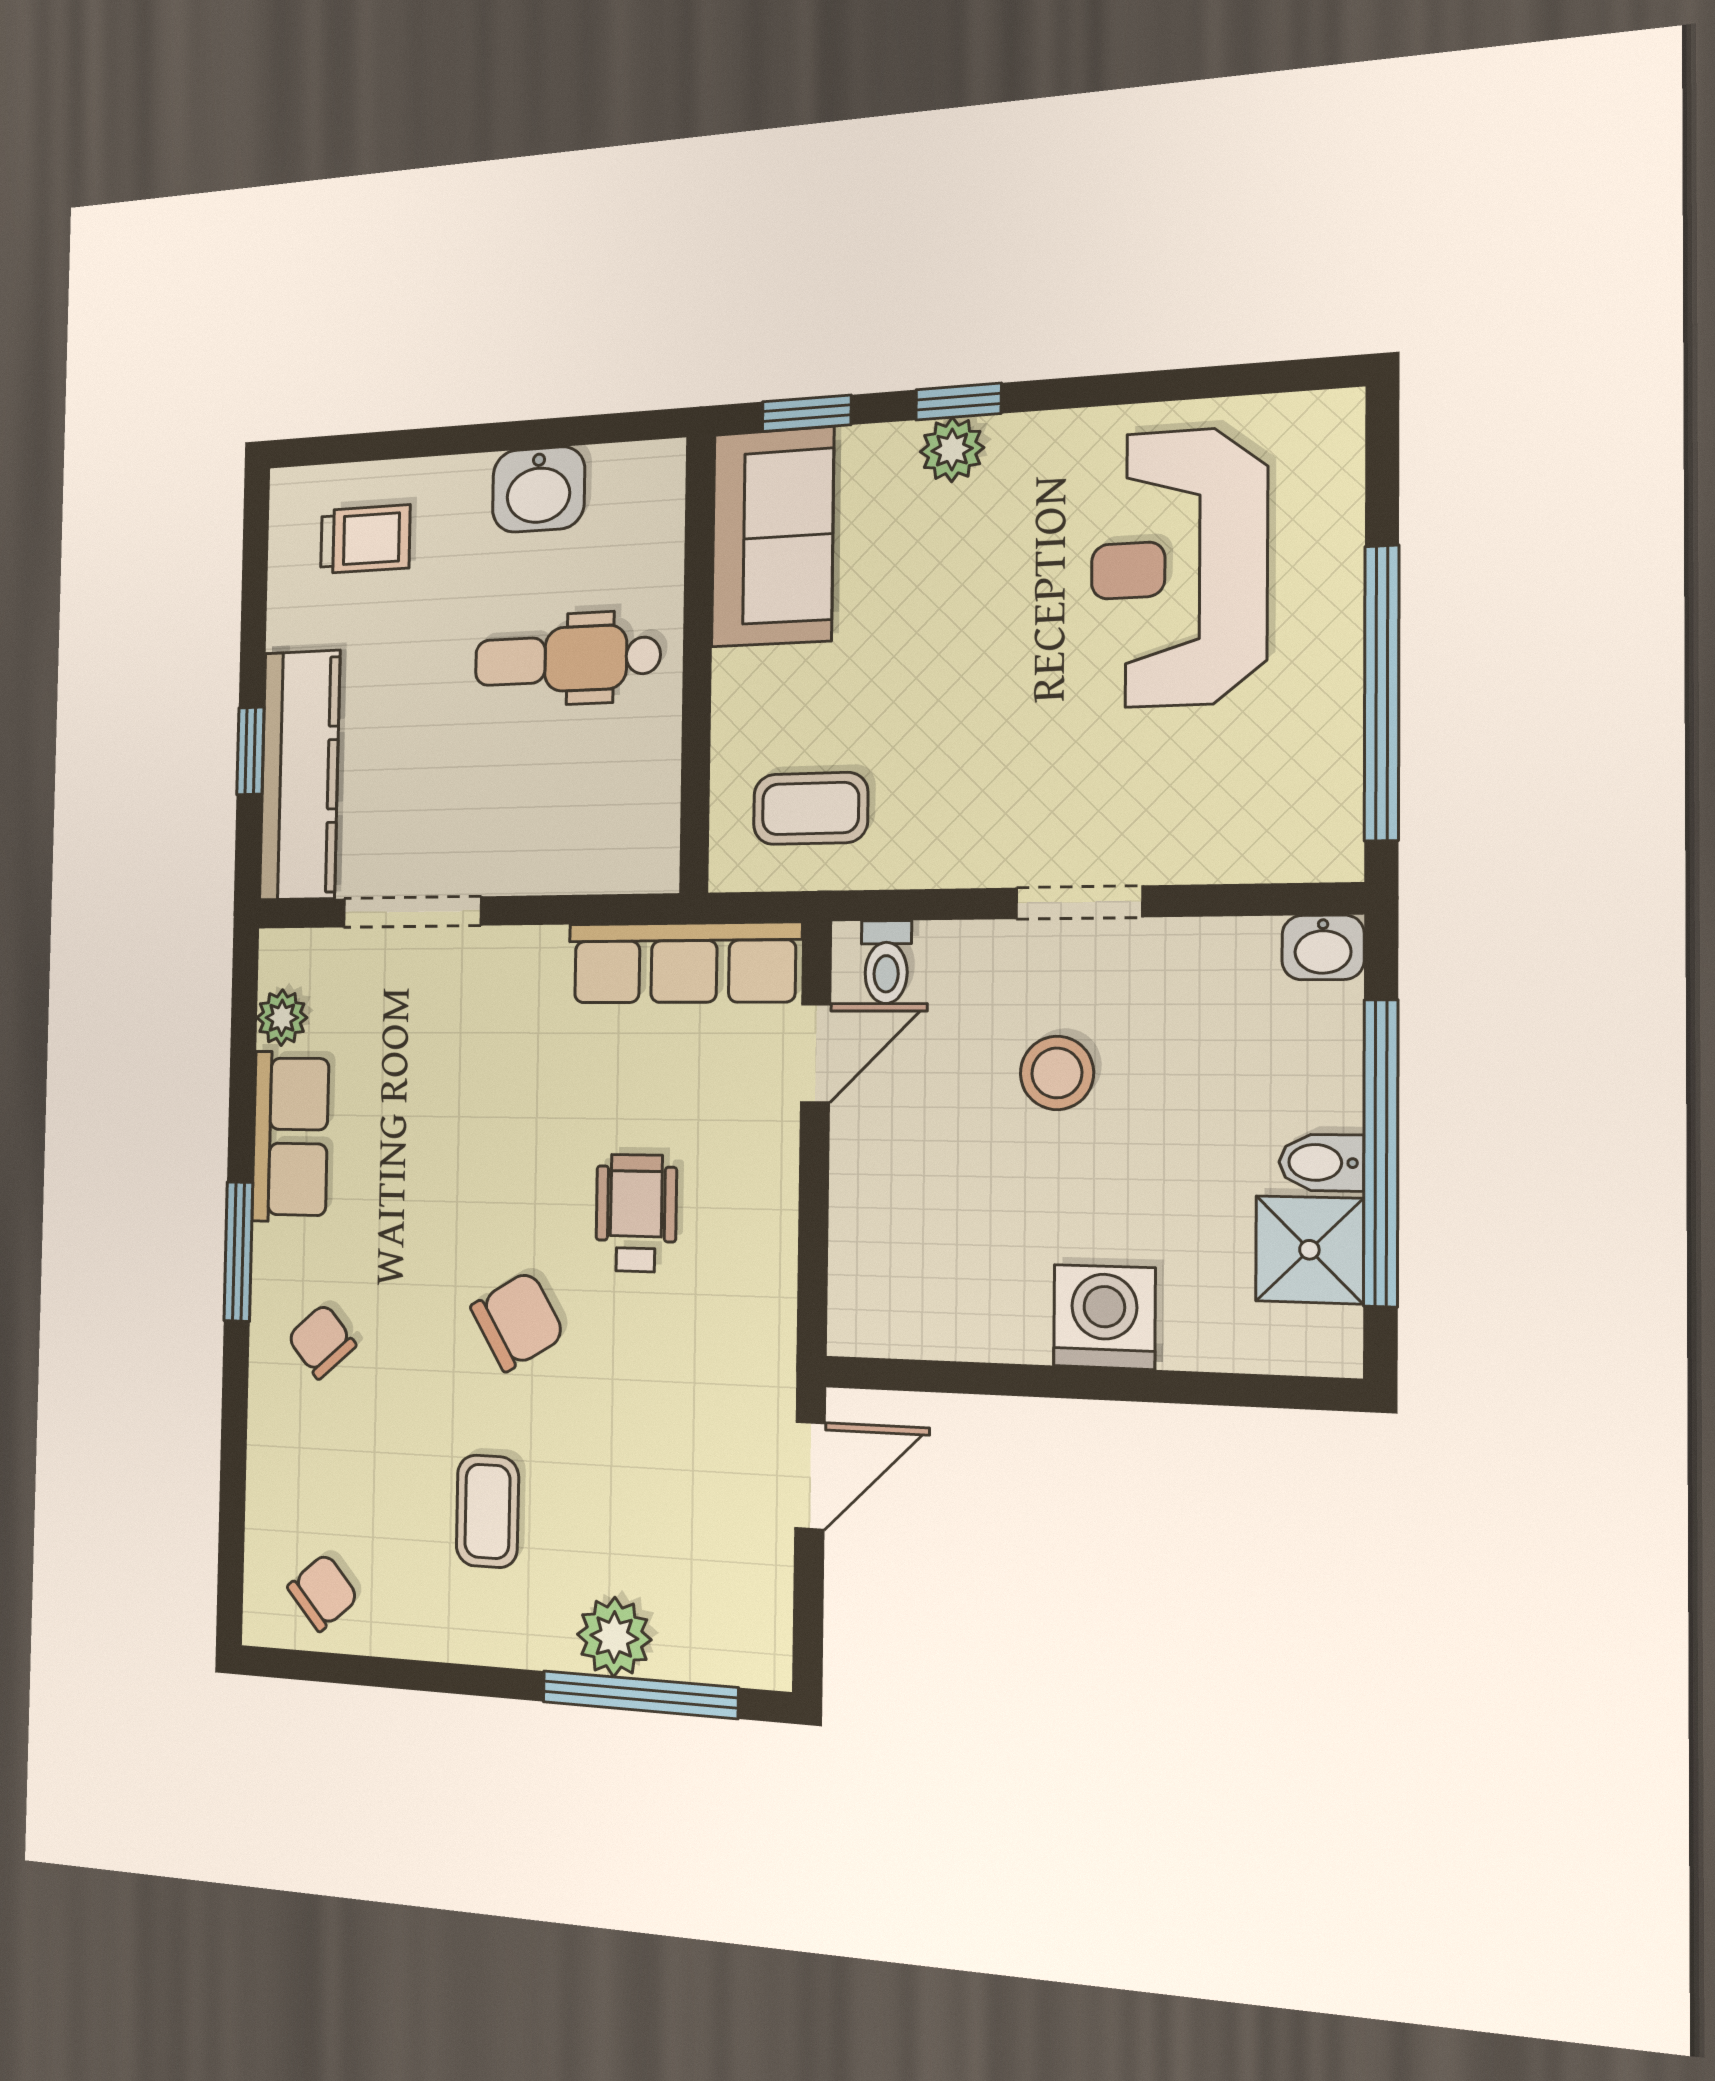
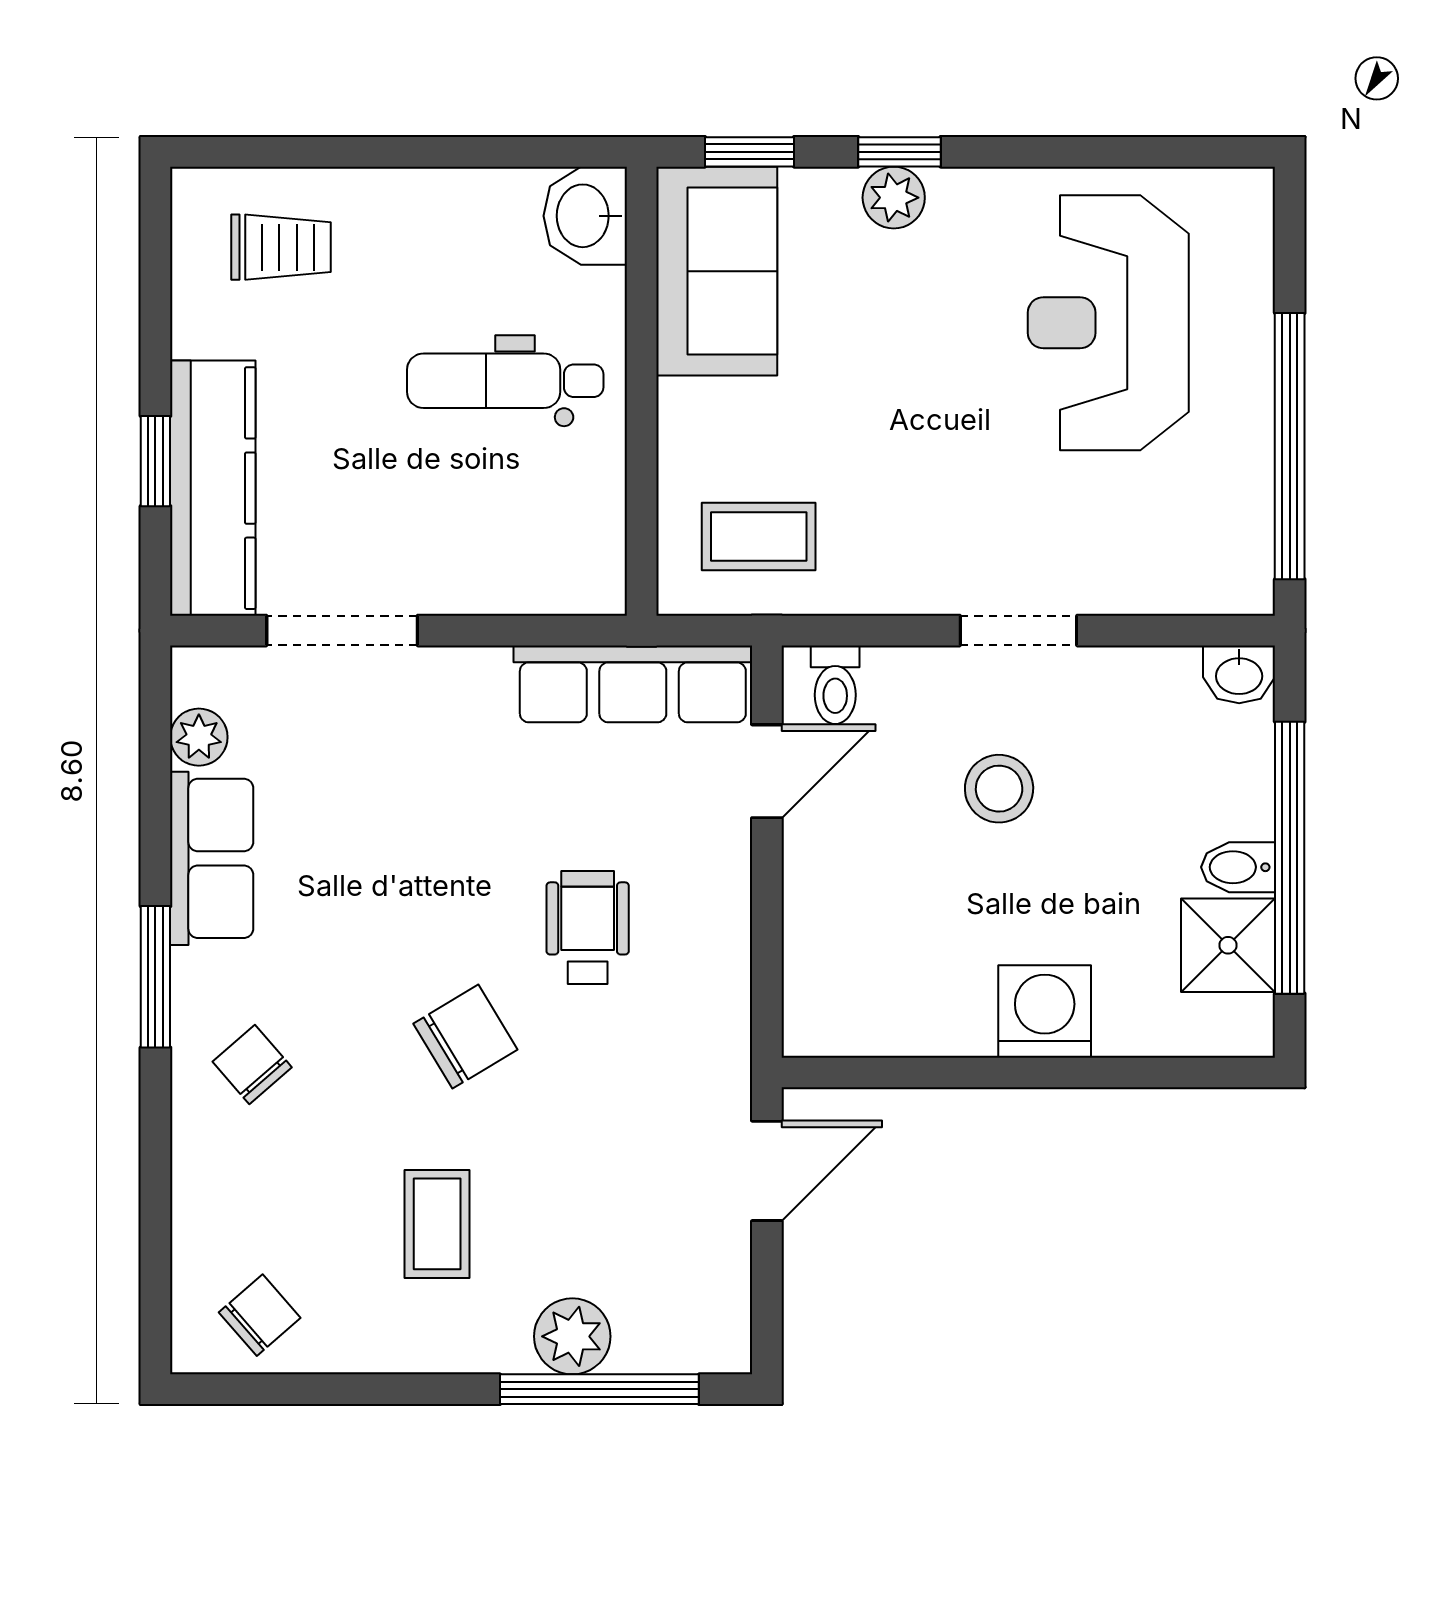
washbasin: (538, 489) -> (585, 216), moved, turned 90

